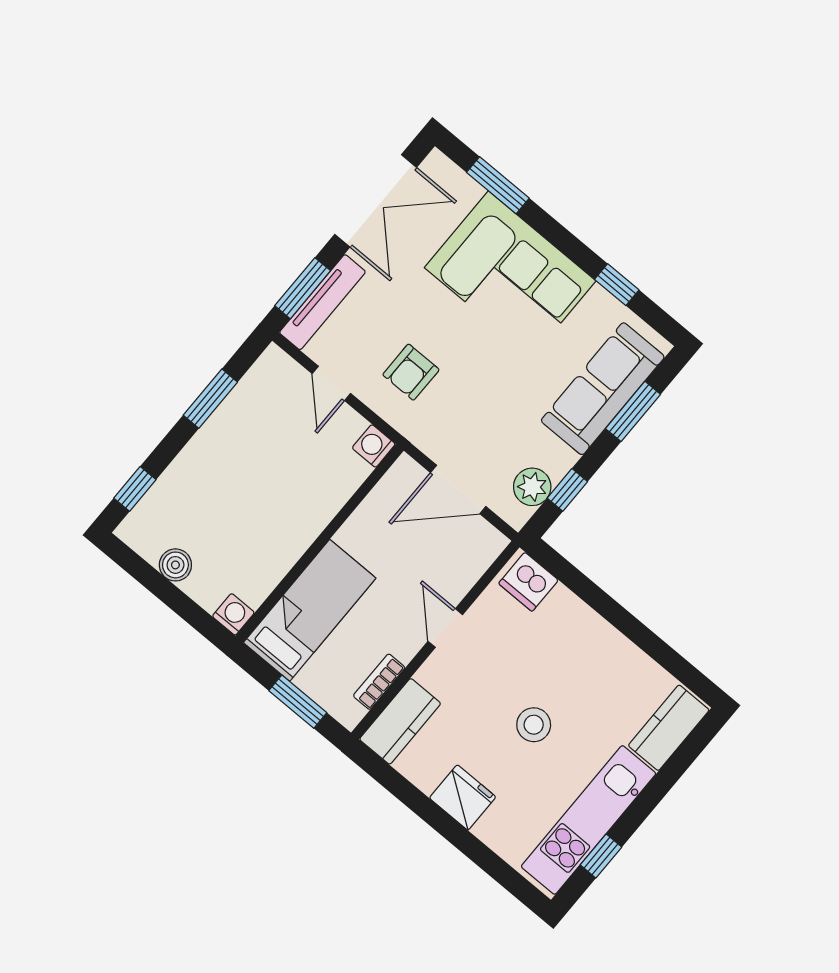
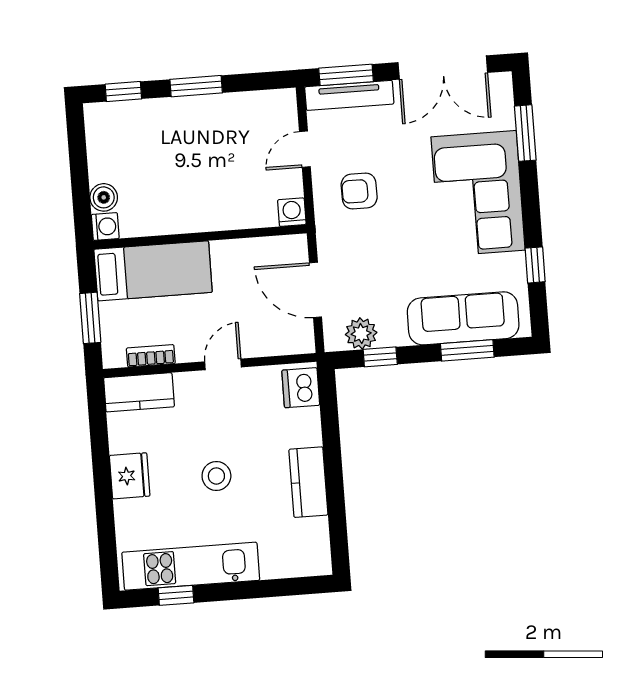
window: (210, 399) -> (196, 86), moved
boiler: (175, 565) -> (104, 197), moved
kitchen counter: (669, 728) -> (308, 482), moved, turned -90

